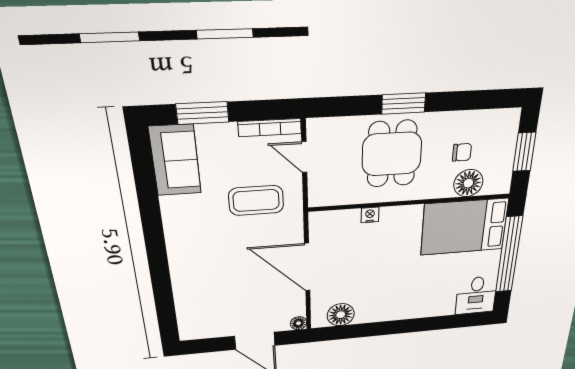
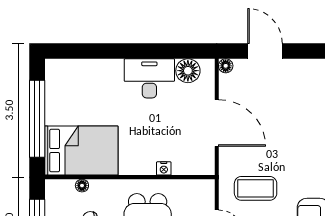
floor lamp: (468, 183) -> (82, 186), width x0.53, depth x0.53
desk: (476, 295) -> (149, 78), moved, width x1.37

